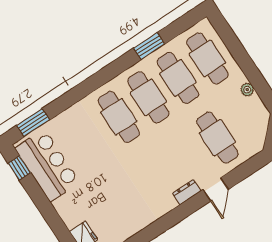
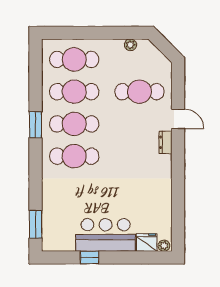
window: (149, 46) -> (36, 125), moved
plant: (247, 90) -> (130, 45), moved
bar counter: (47, 165) -> (106, 235), moved
window: (19, 168) -> (90, 257), moved

